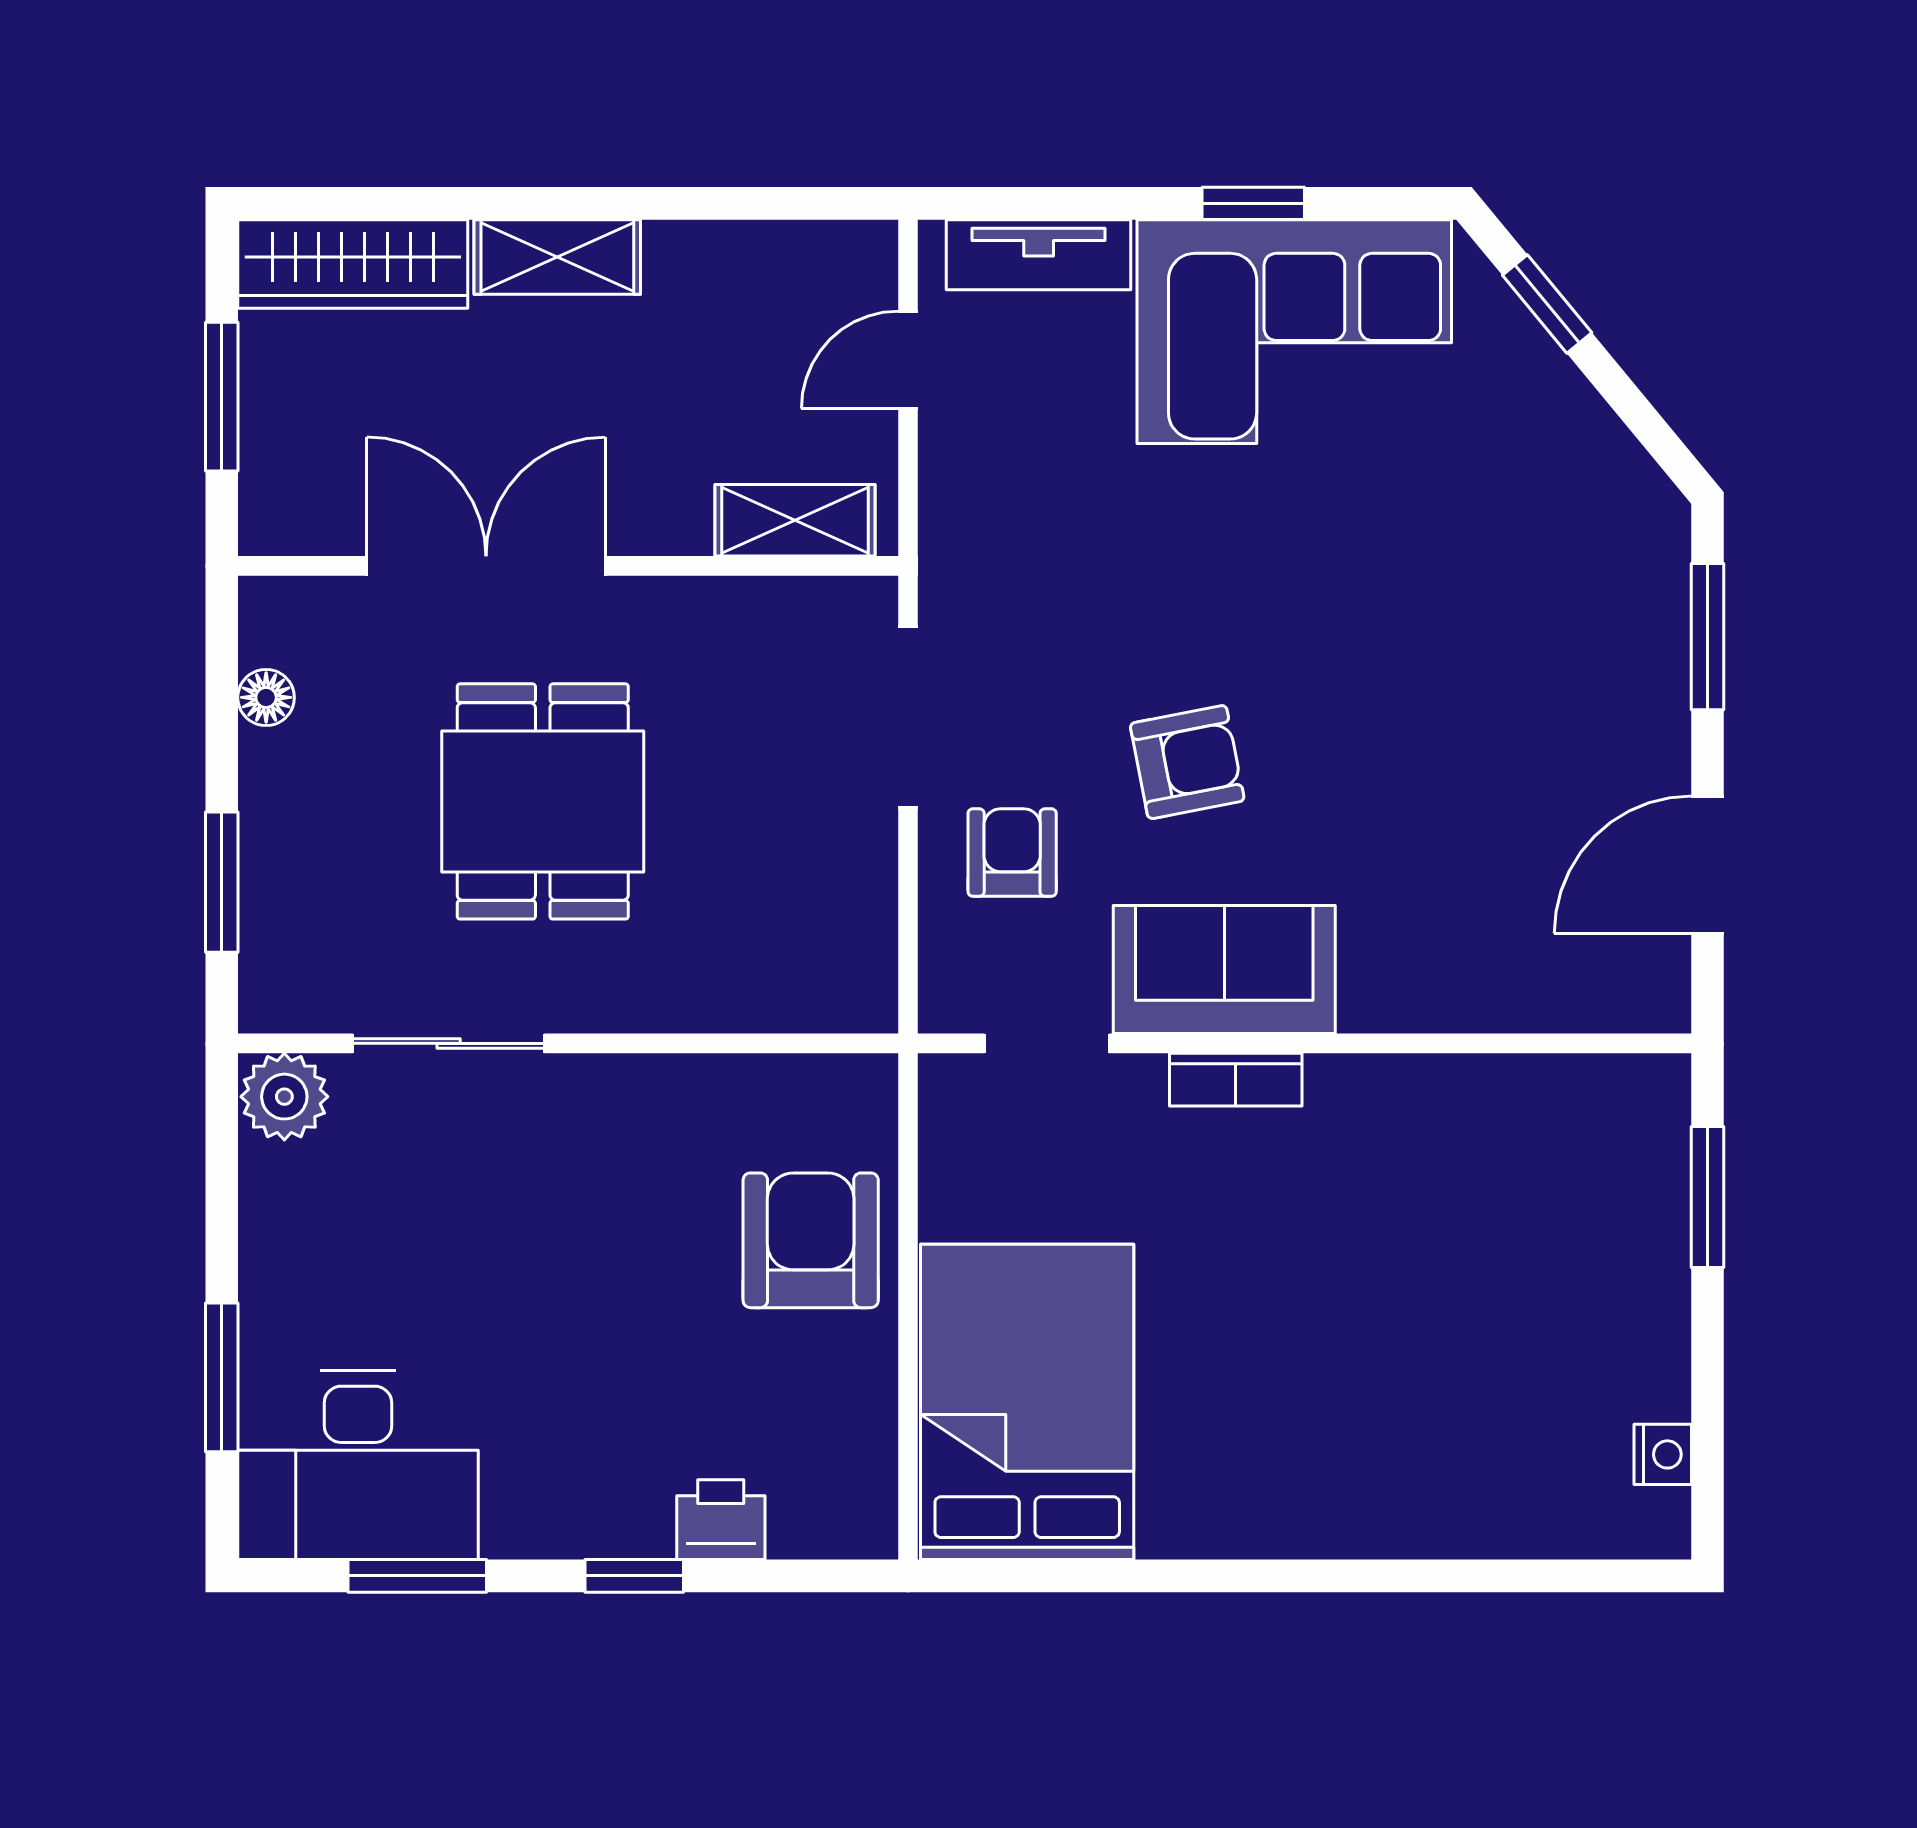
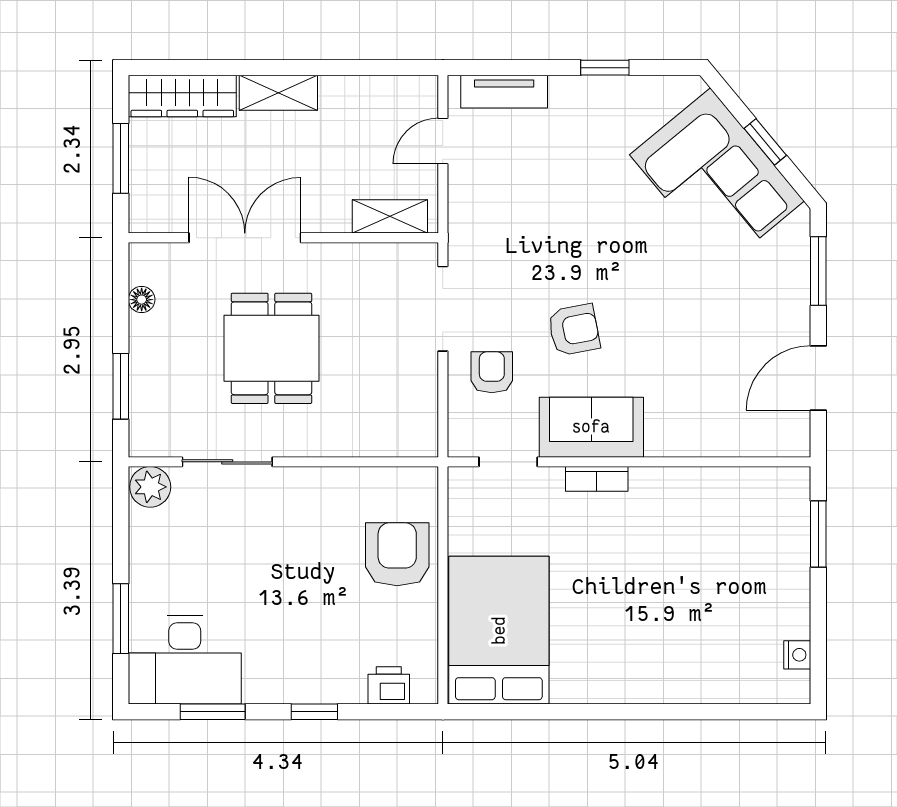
window: (1547, 304) -> (765, 142), moved
corner sofa: (1294, 332) -> (717, 178), moved, turned 50
printer: (721, 1520) -> (389, 685), moved

